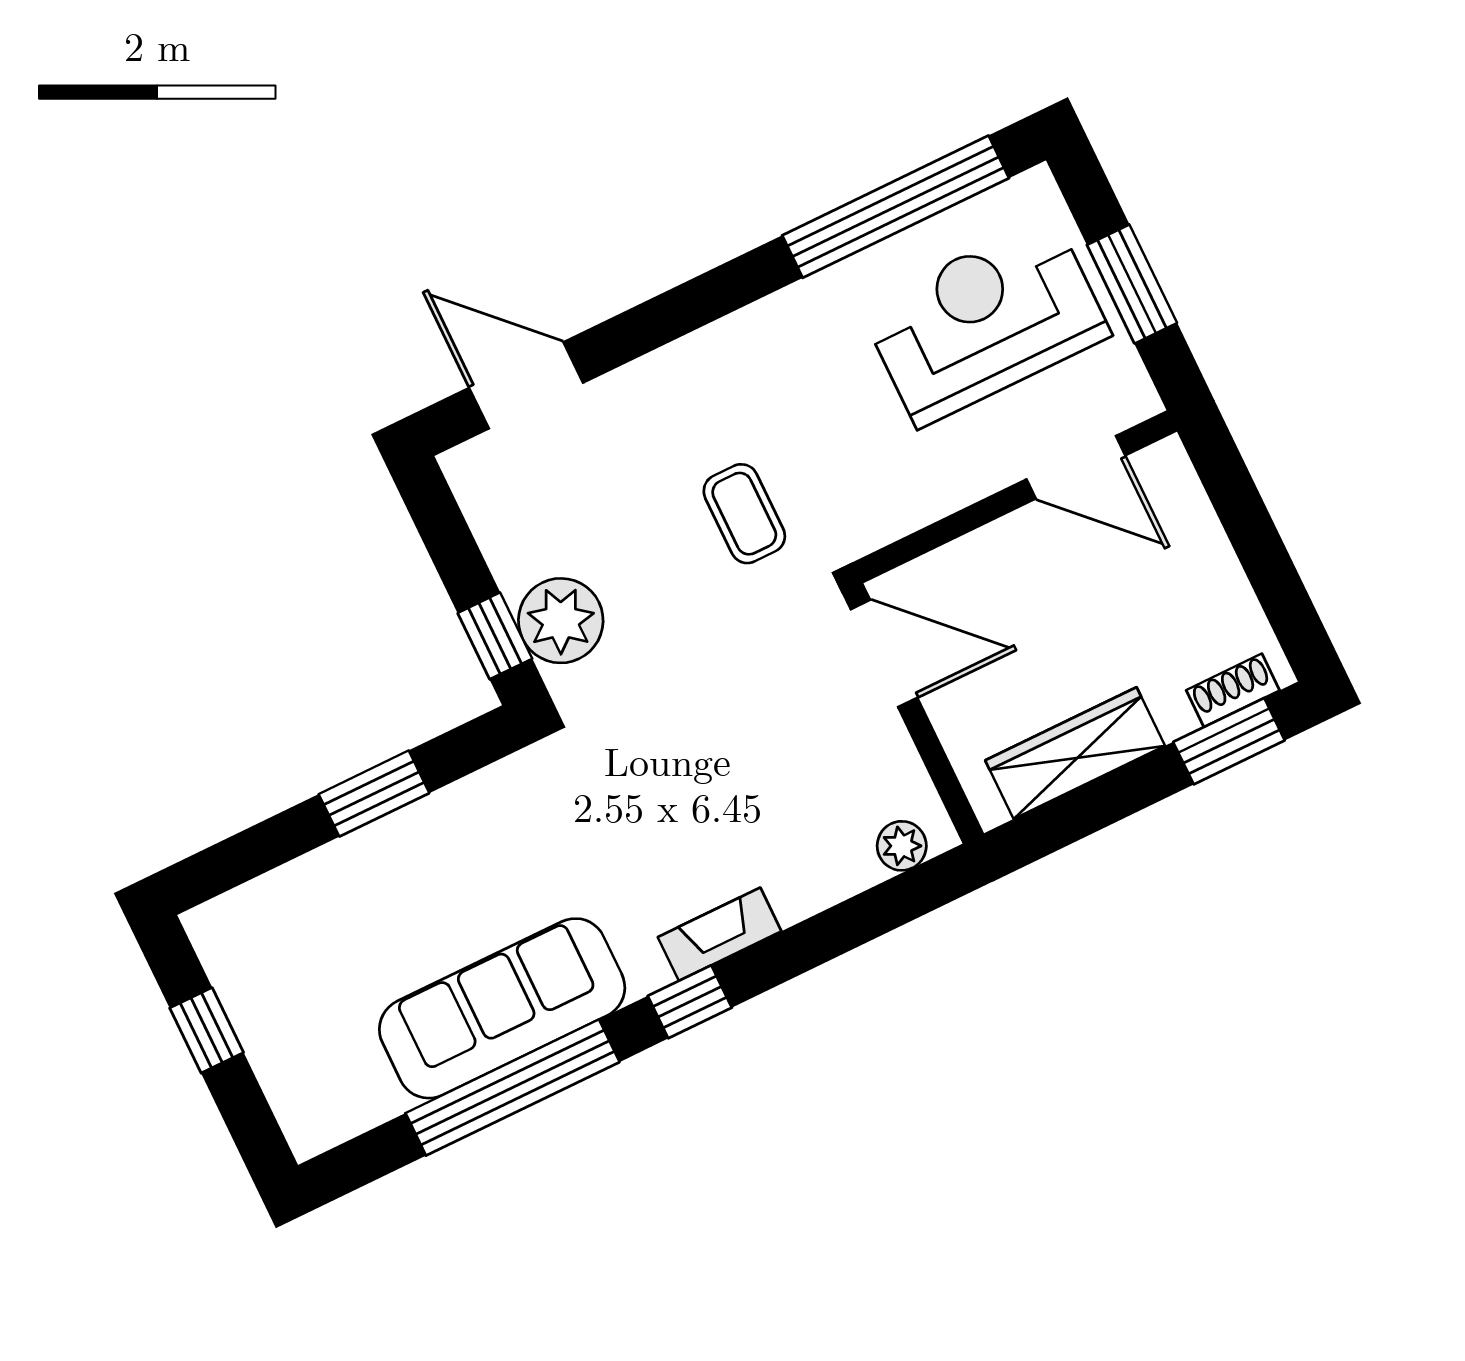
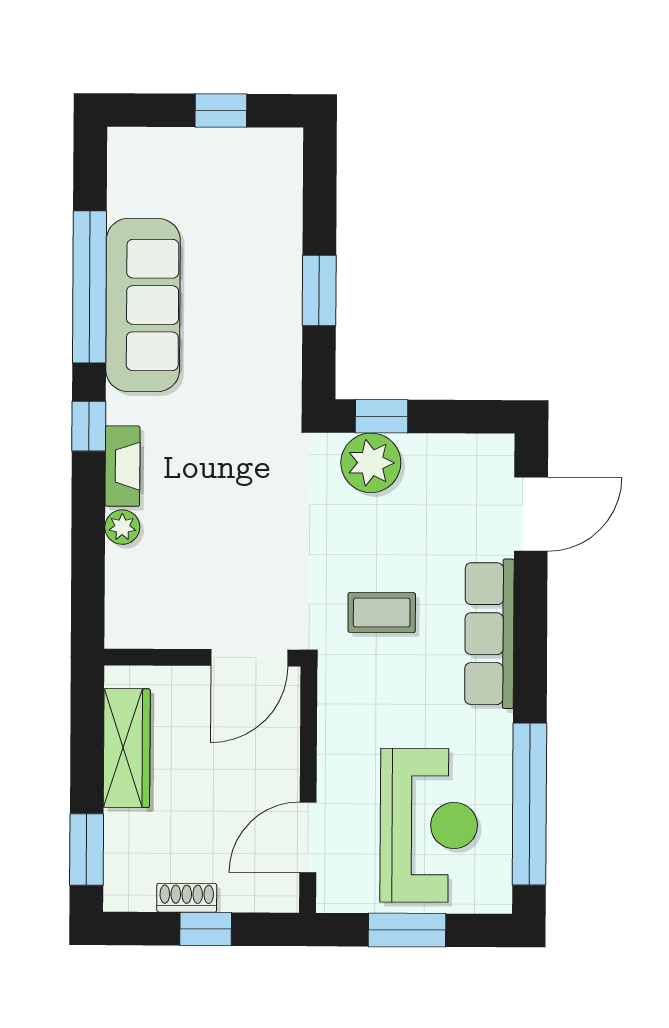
row of seats: (704, 364) -> (489, 634), added
window: (1256, 540) -> (206, 929), added
shoe rack: (1233, 690) -> (187, 898), moved, turned -90
plant: (902, 846) -> (122, 527), moved

